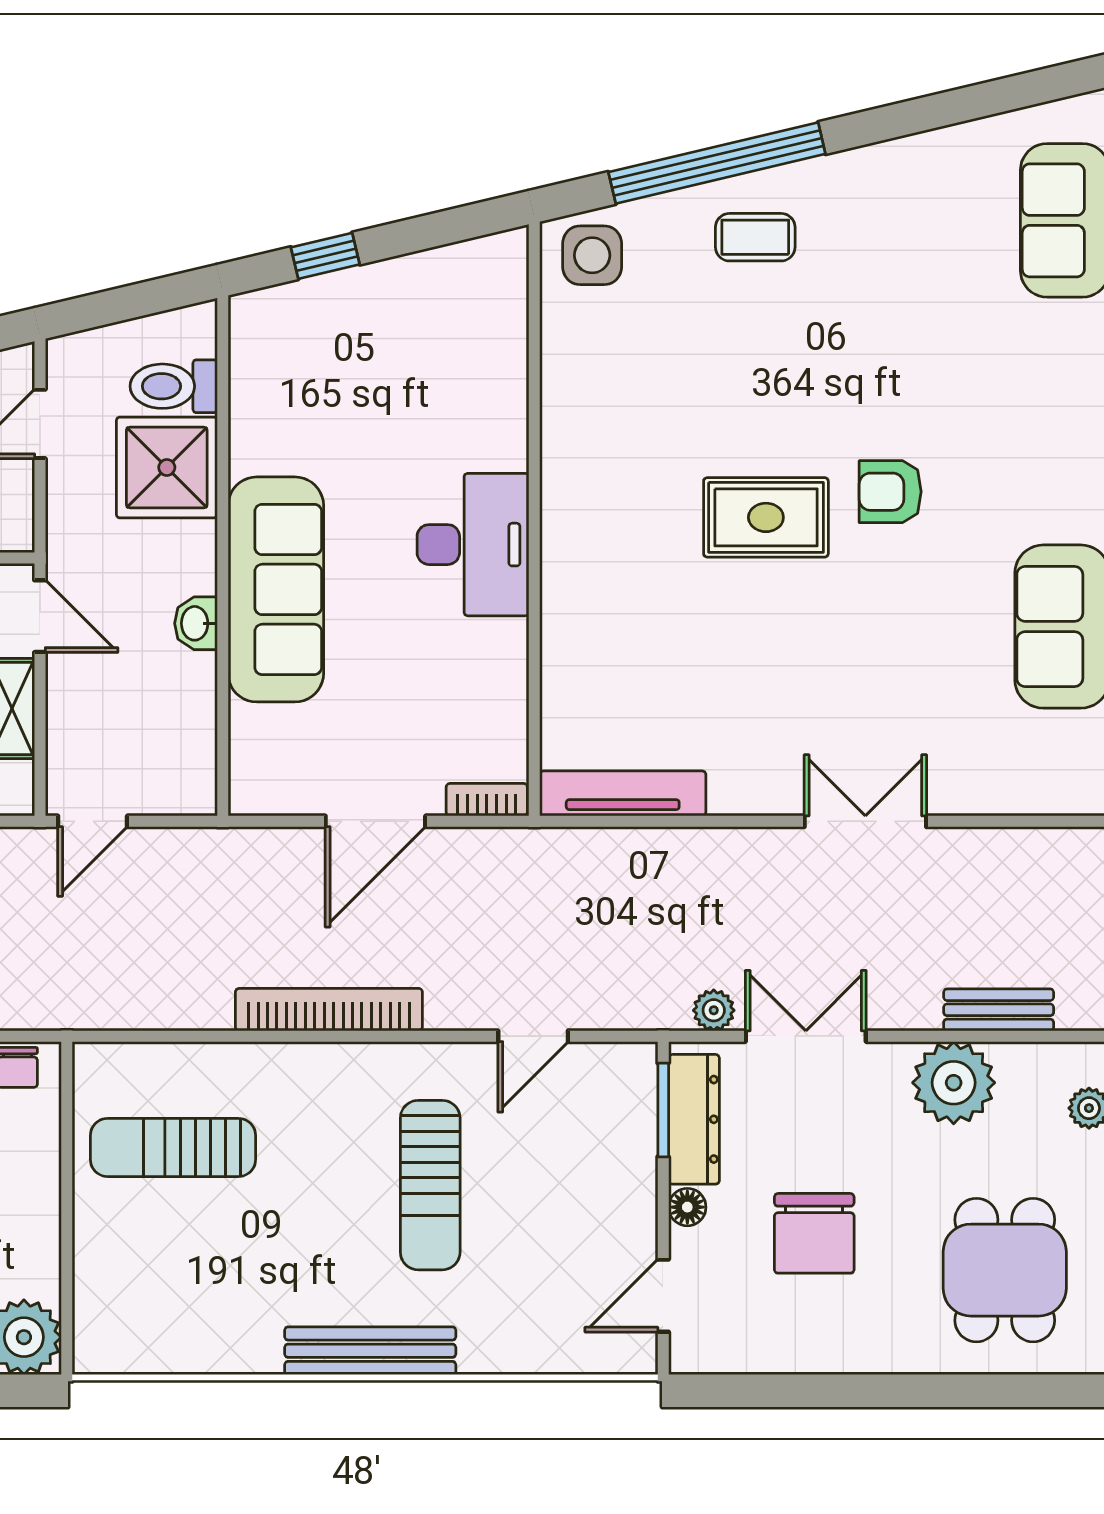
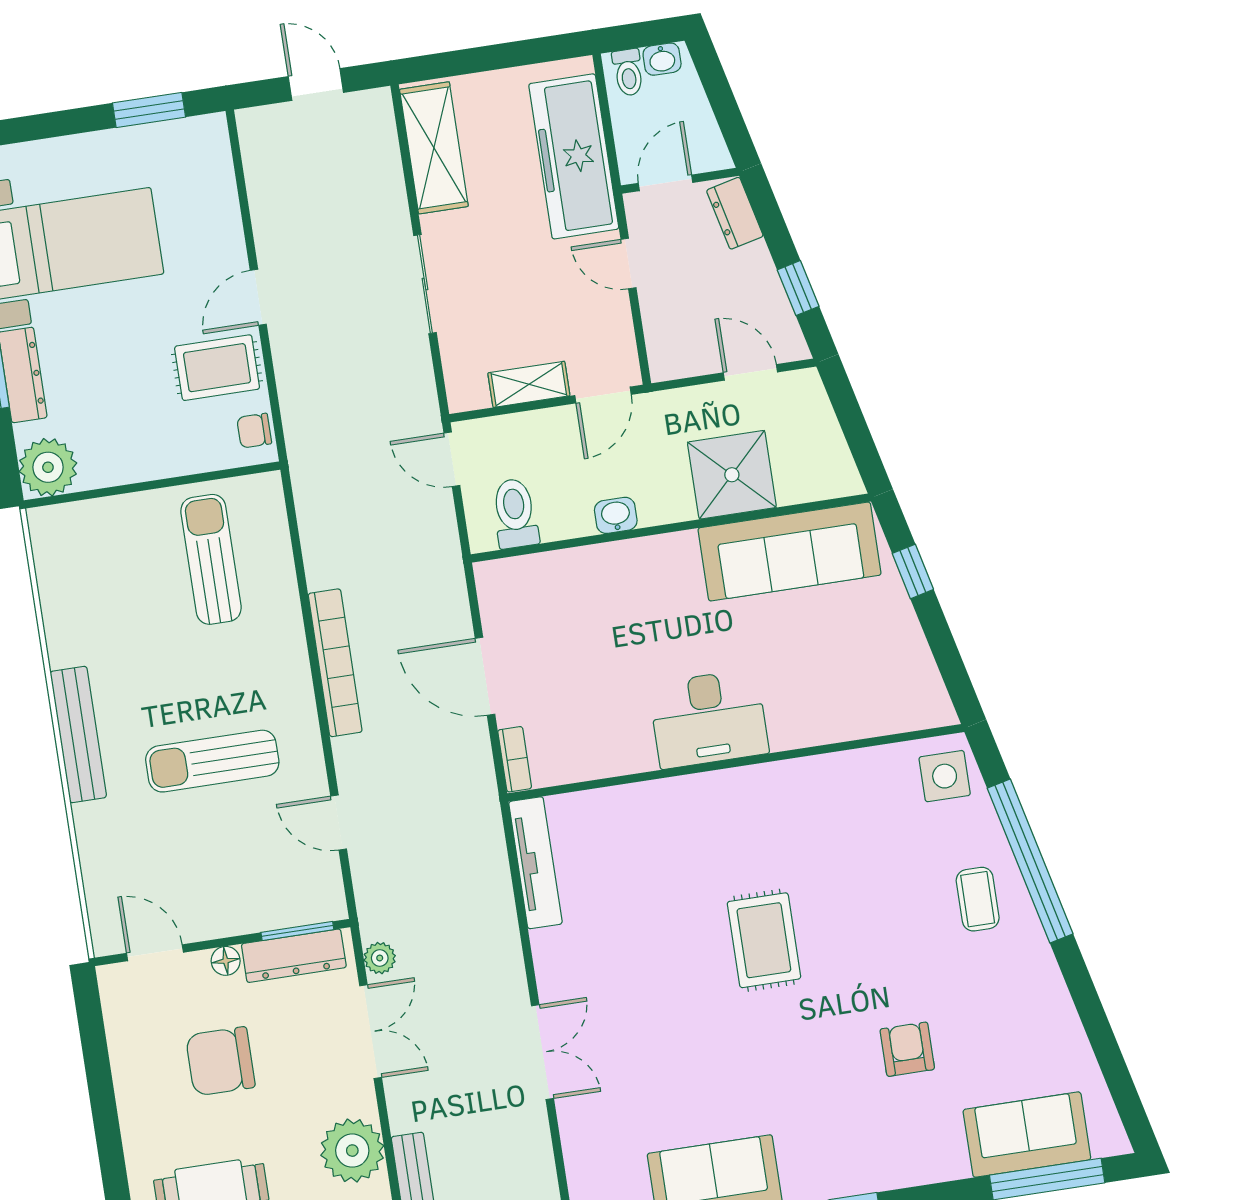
toilet: (174, 386) -> (515, 513), moved
armchair: (890, 492) -> (907, 1049), moved
sofa: (276, 589) -> (790, 552), moved

